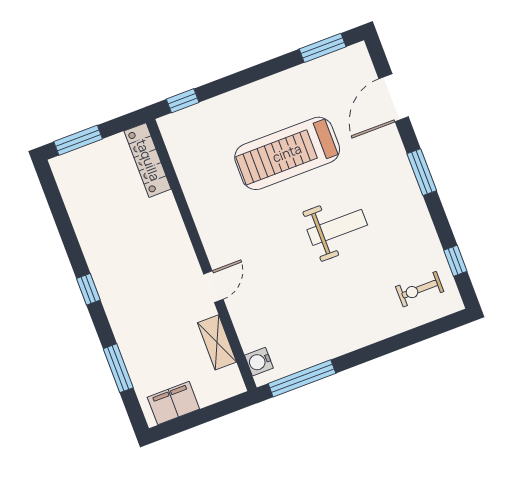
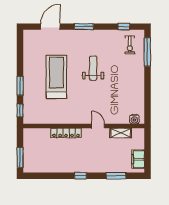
window: (323, 48) -> (20, 86), moved
door: (394, 98) -> (50, 27), swing flipped
treadmill: (287, 153) -> (56, 77), turned 180
locker: (148, 160) -> (66, 133), moved
window: (302, 378) -> (147, 52), moved

